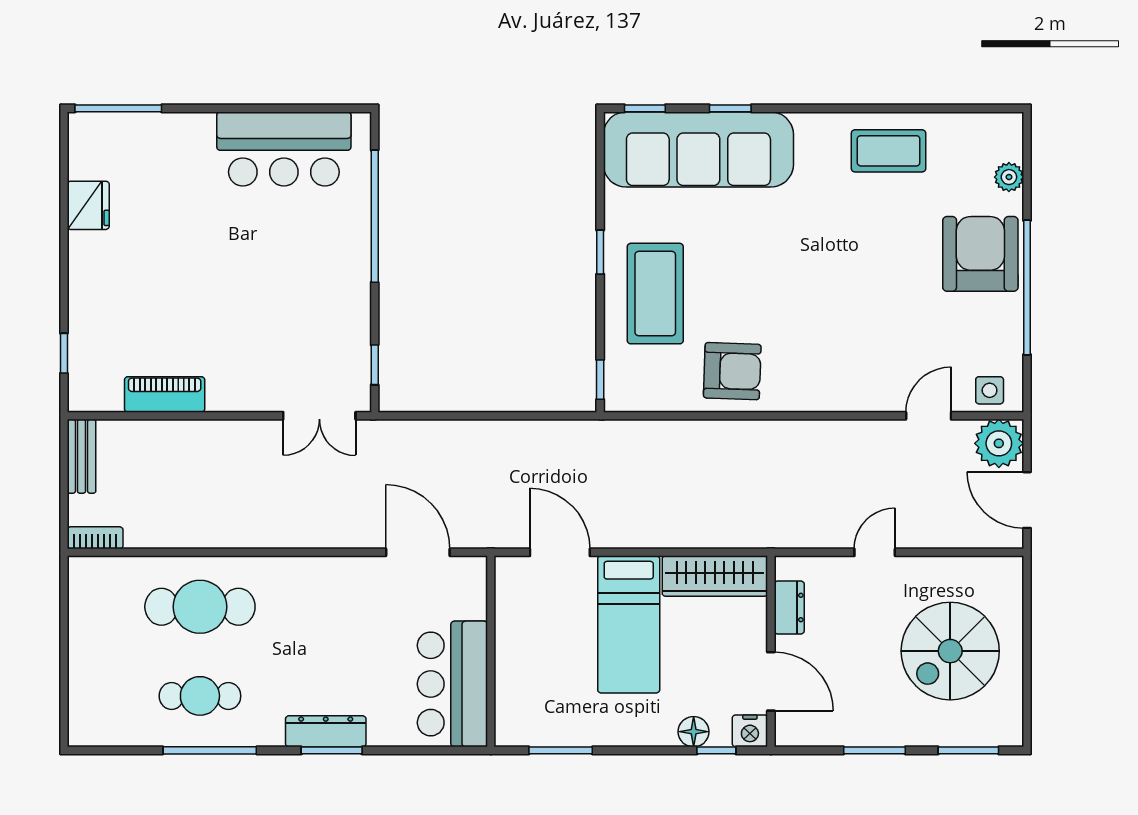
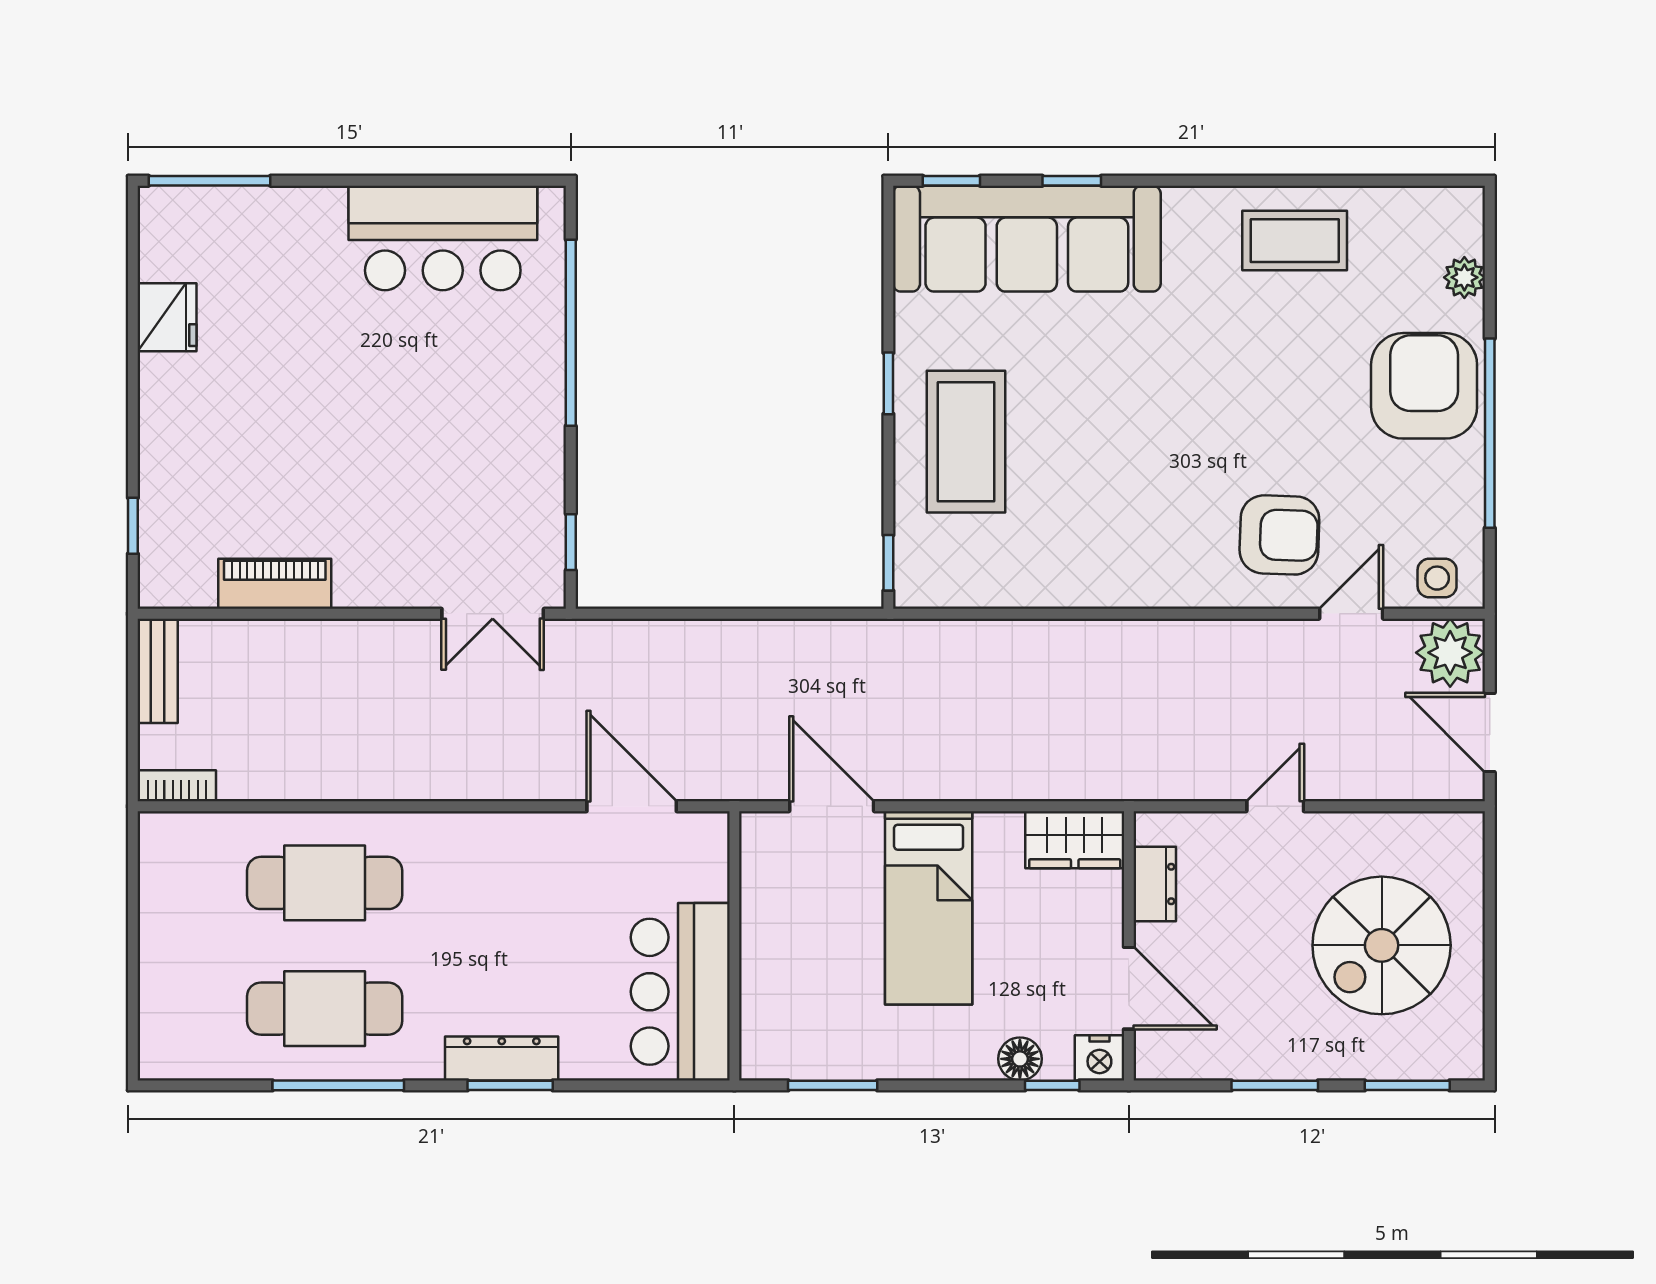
armchair: (732, 371) -> (1279, 535), moved
wardrobe: (715, 576) -> (1075, 840), width x0.67
cafe table: (200, 696) -> (325, 1009), width x1.37, depth x1.35

